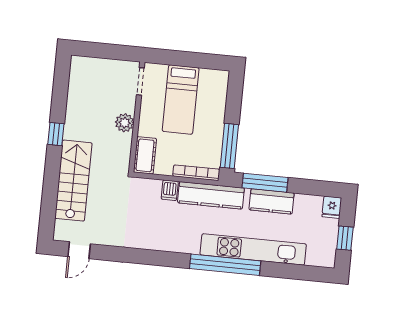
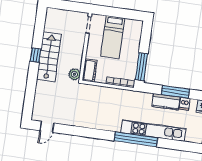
plant: (125, 123) -> (74, 74), moved
stairs: (73, 181) -> (49, 57), moved
window: (265, 183) -> (175, 92), moved
dishwasher: (170, 190) -> (185, 104), moved
kitchen counter: (211, 195) -> (129, 97), removed

